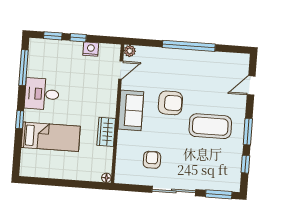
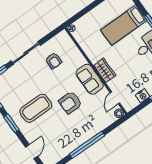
wardrobe: (106, 132) -> (105, 70), moved

